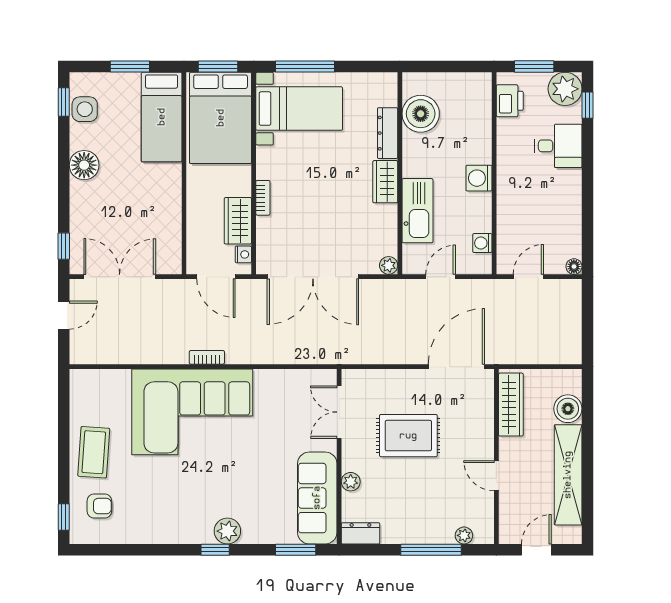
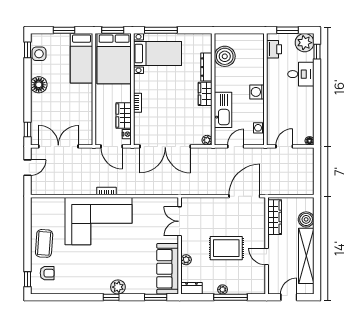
rug: (408, 436) -> (226, 248), moved
plant: (464, 535) -> (223, 289), moved

